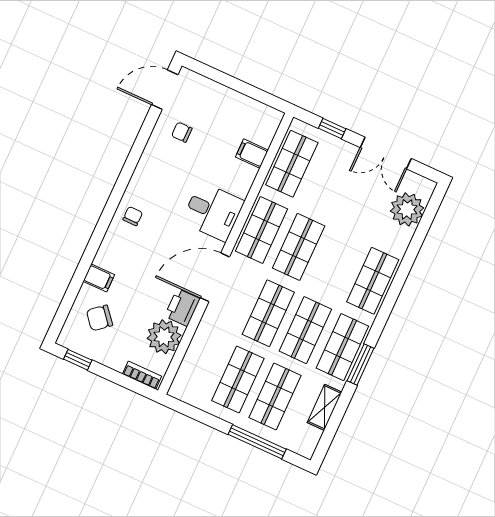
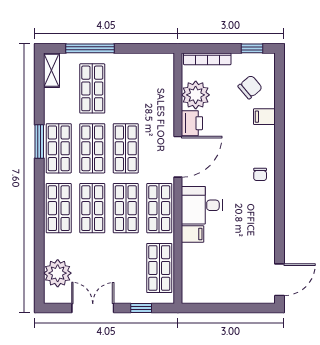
chair: (182, 132) -> (252, 254), removed
filing cabinet: (252, 154) -> (193, 234), moved
bookcase: (142, 375) -> (207, 59), width x1.56
shop shelf: (238, 379) -> (92, 208), moved
shelving: (325, 407) -> (51, 70), moved

